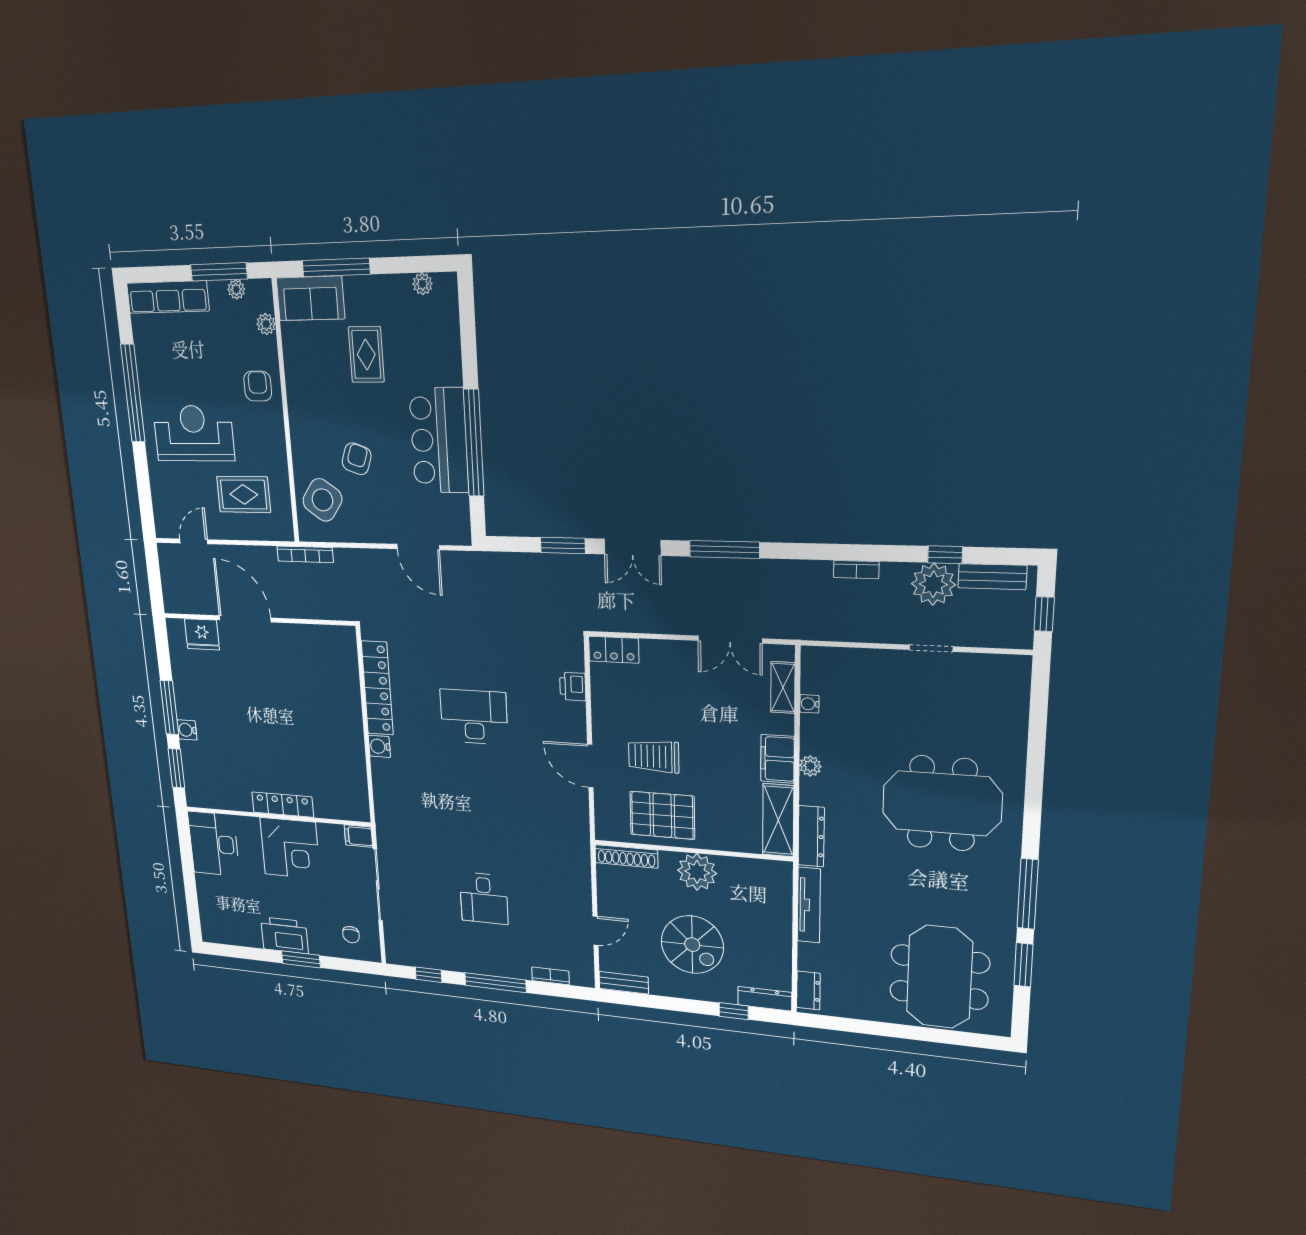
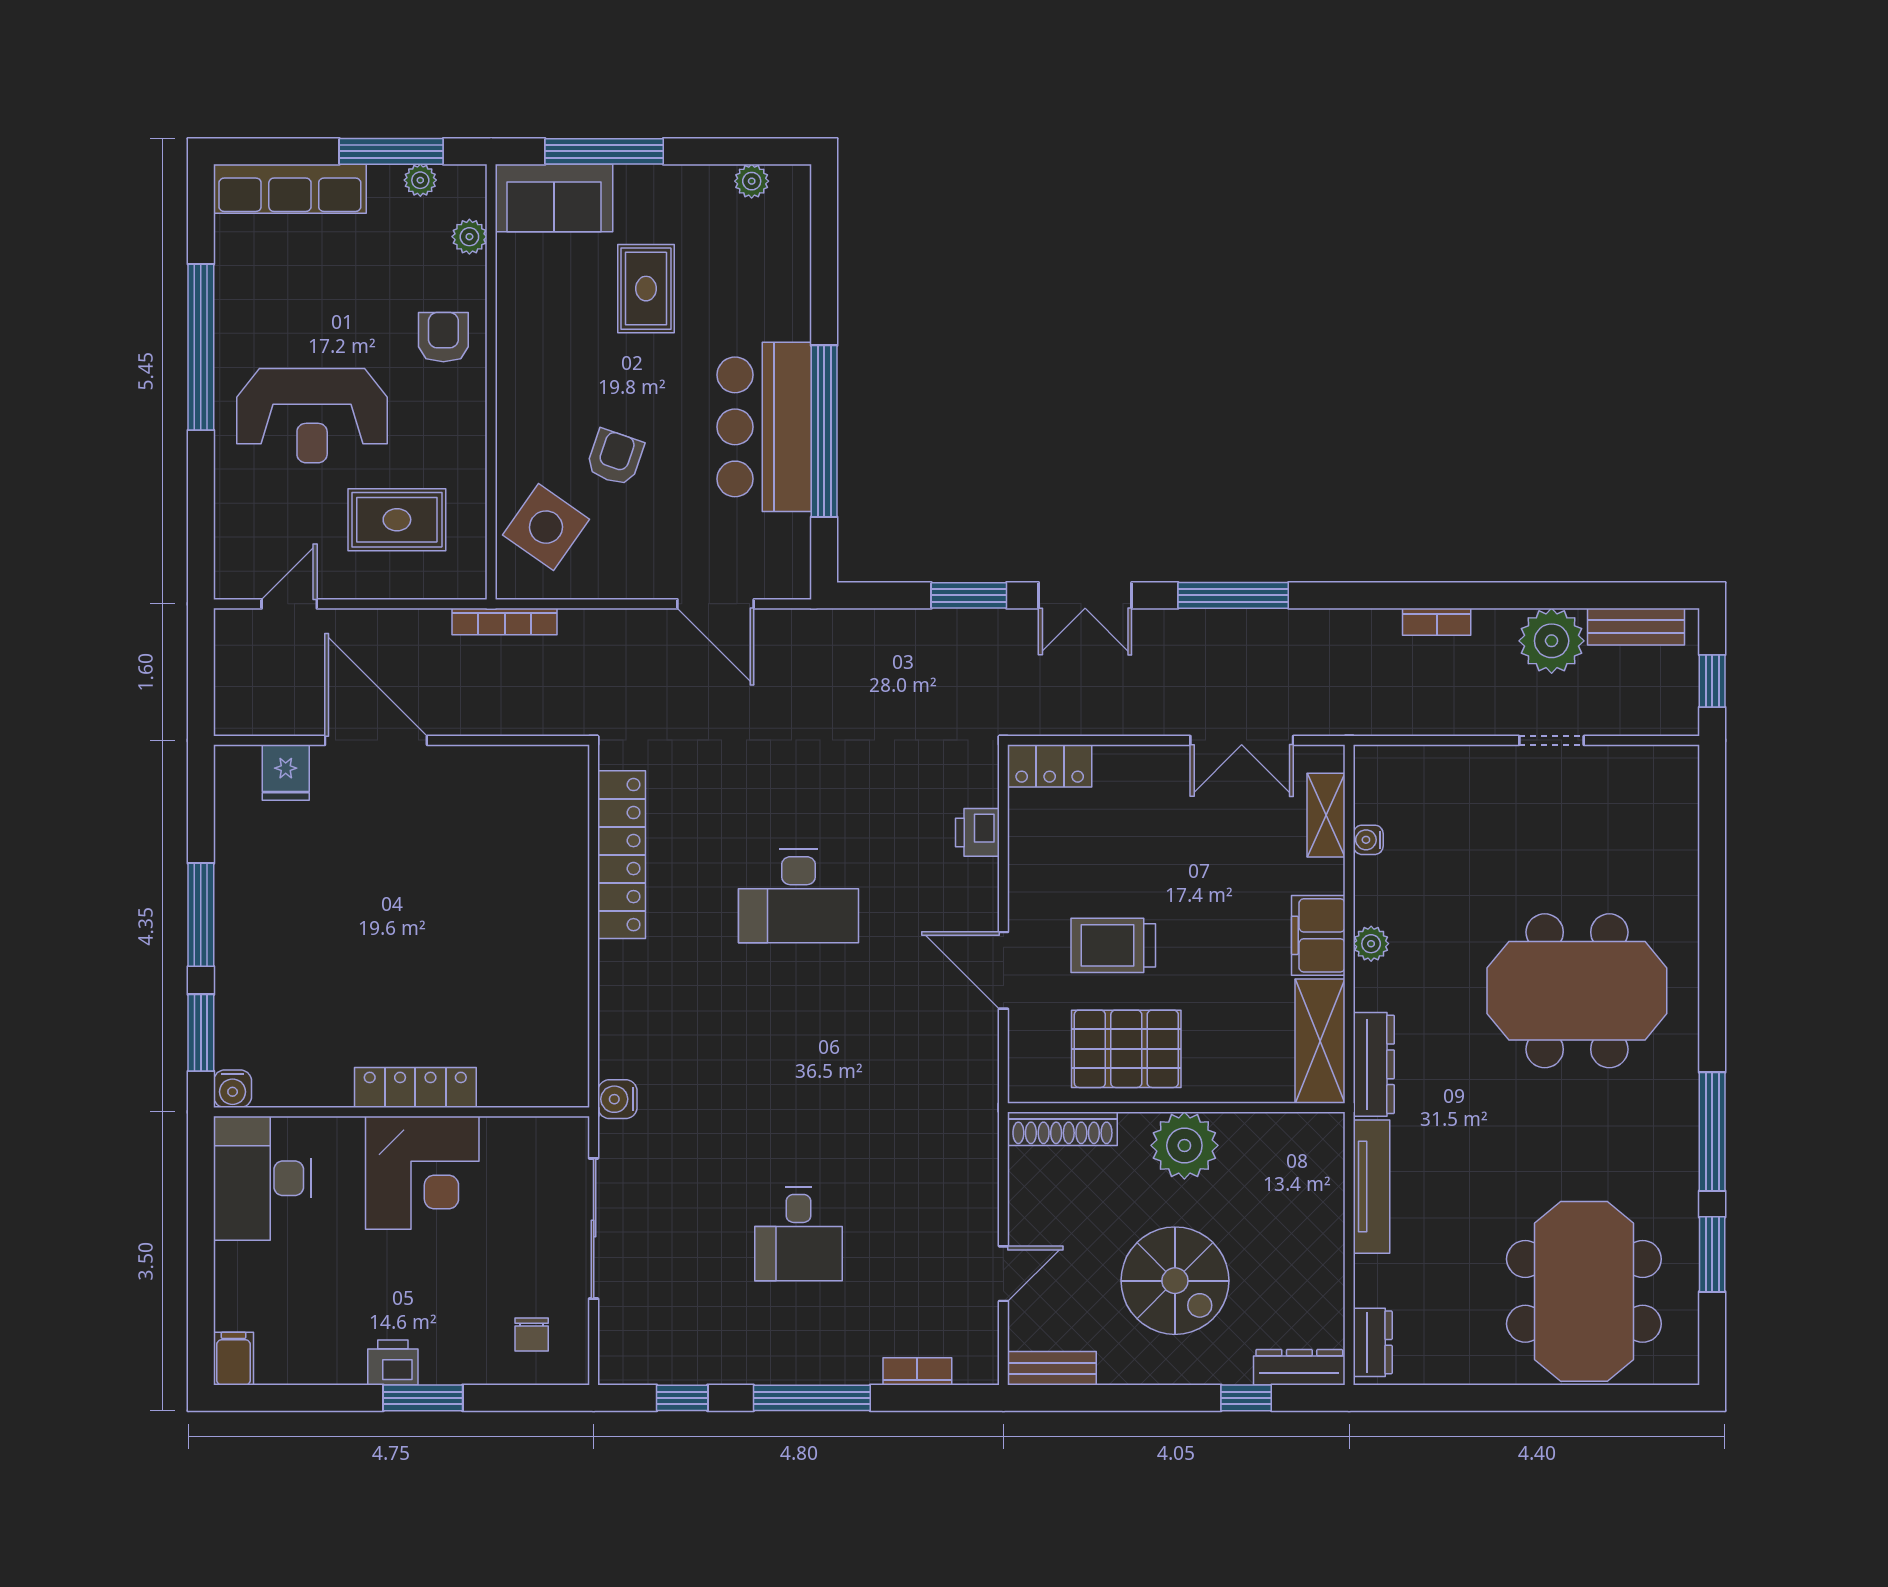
reception desk: (194, 433) -> (312, 416), turned 180
window: (945, 555) -> (1567, 595), removed
fridge: (202, 634) -> (286, 773), width x0.72
desk: (474, 717) -> (799, 896), turned 180
water cooler: (187, 730) -> (233, 1089), moved, turned -90
water cooler: (379, 746) -> (617, 1099), moved
filing cabinet: (358, 836) -> (233, 1359), moved, turned 90
printer: (284, 935) -> (393, 1362), width x0.53, depth x0.68

